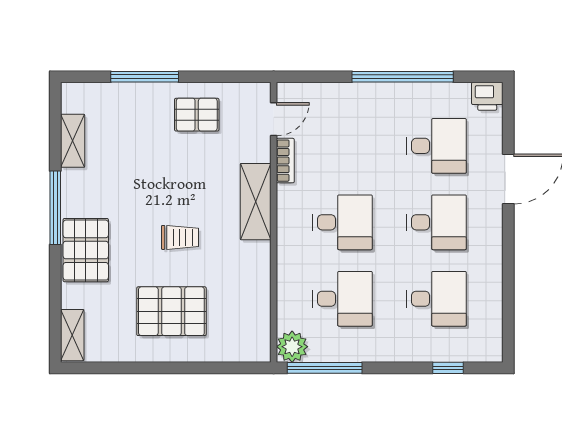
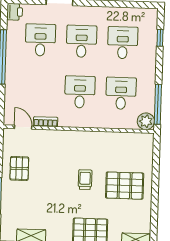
shelving: (256, 202) -> (67, 138), removed
pallet: (171, 311) -> (125, 186), turned 90

